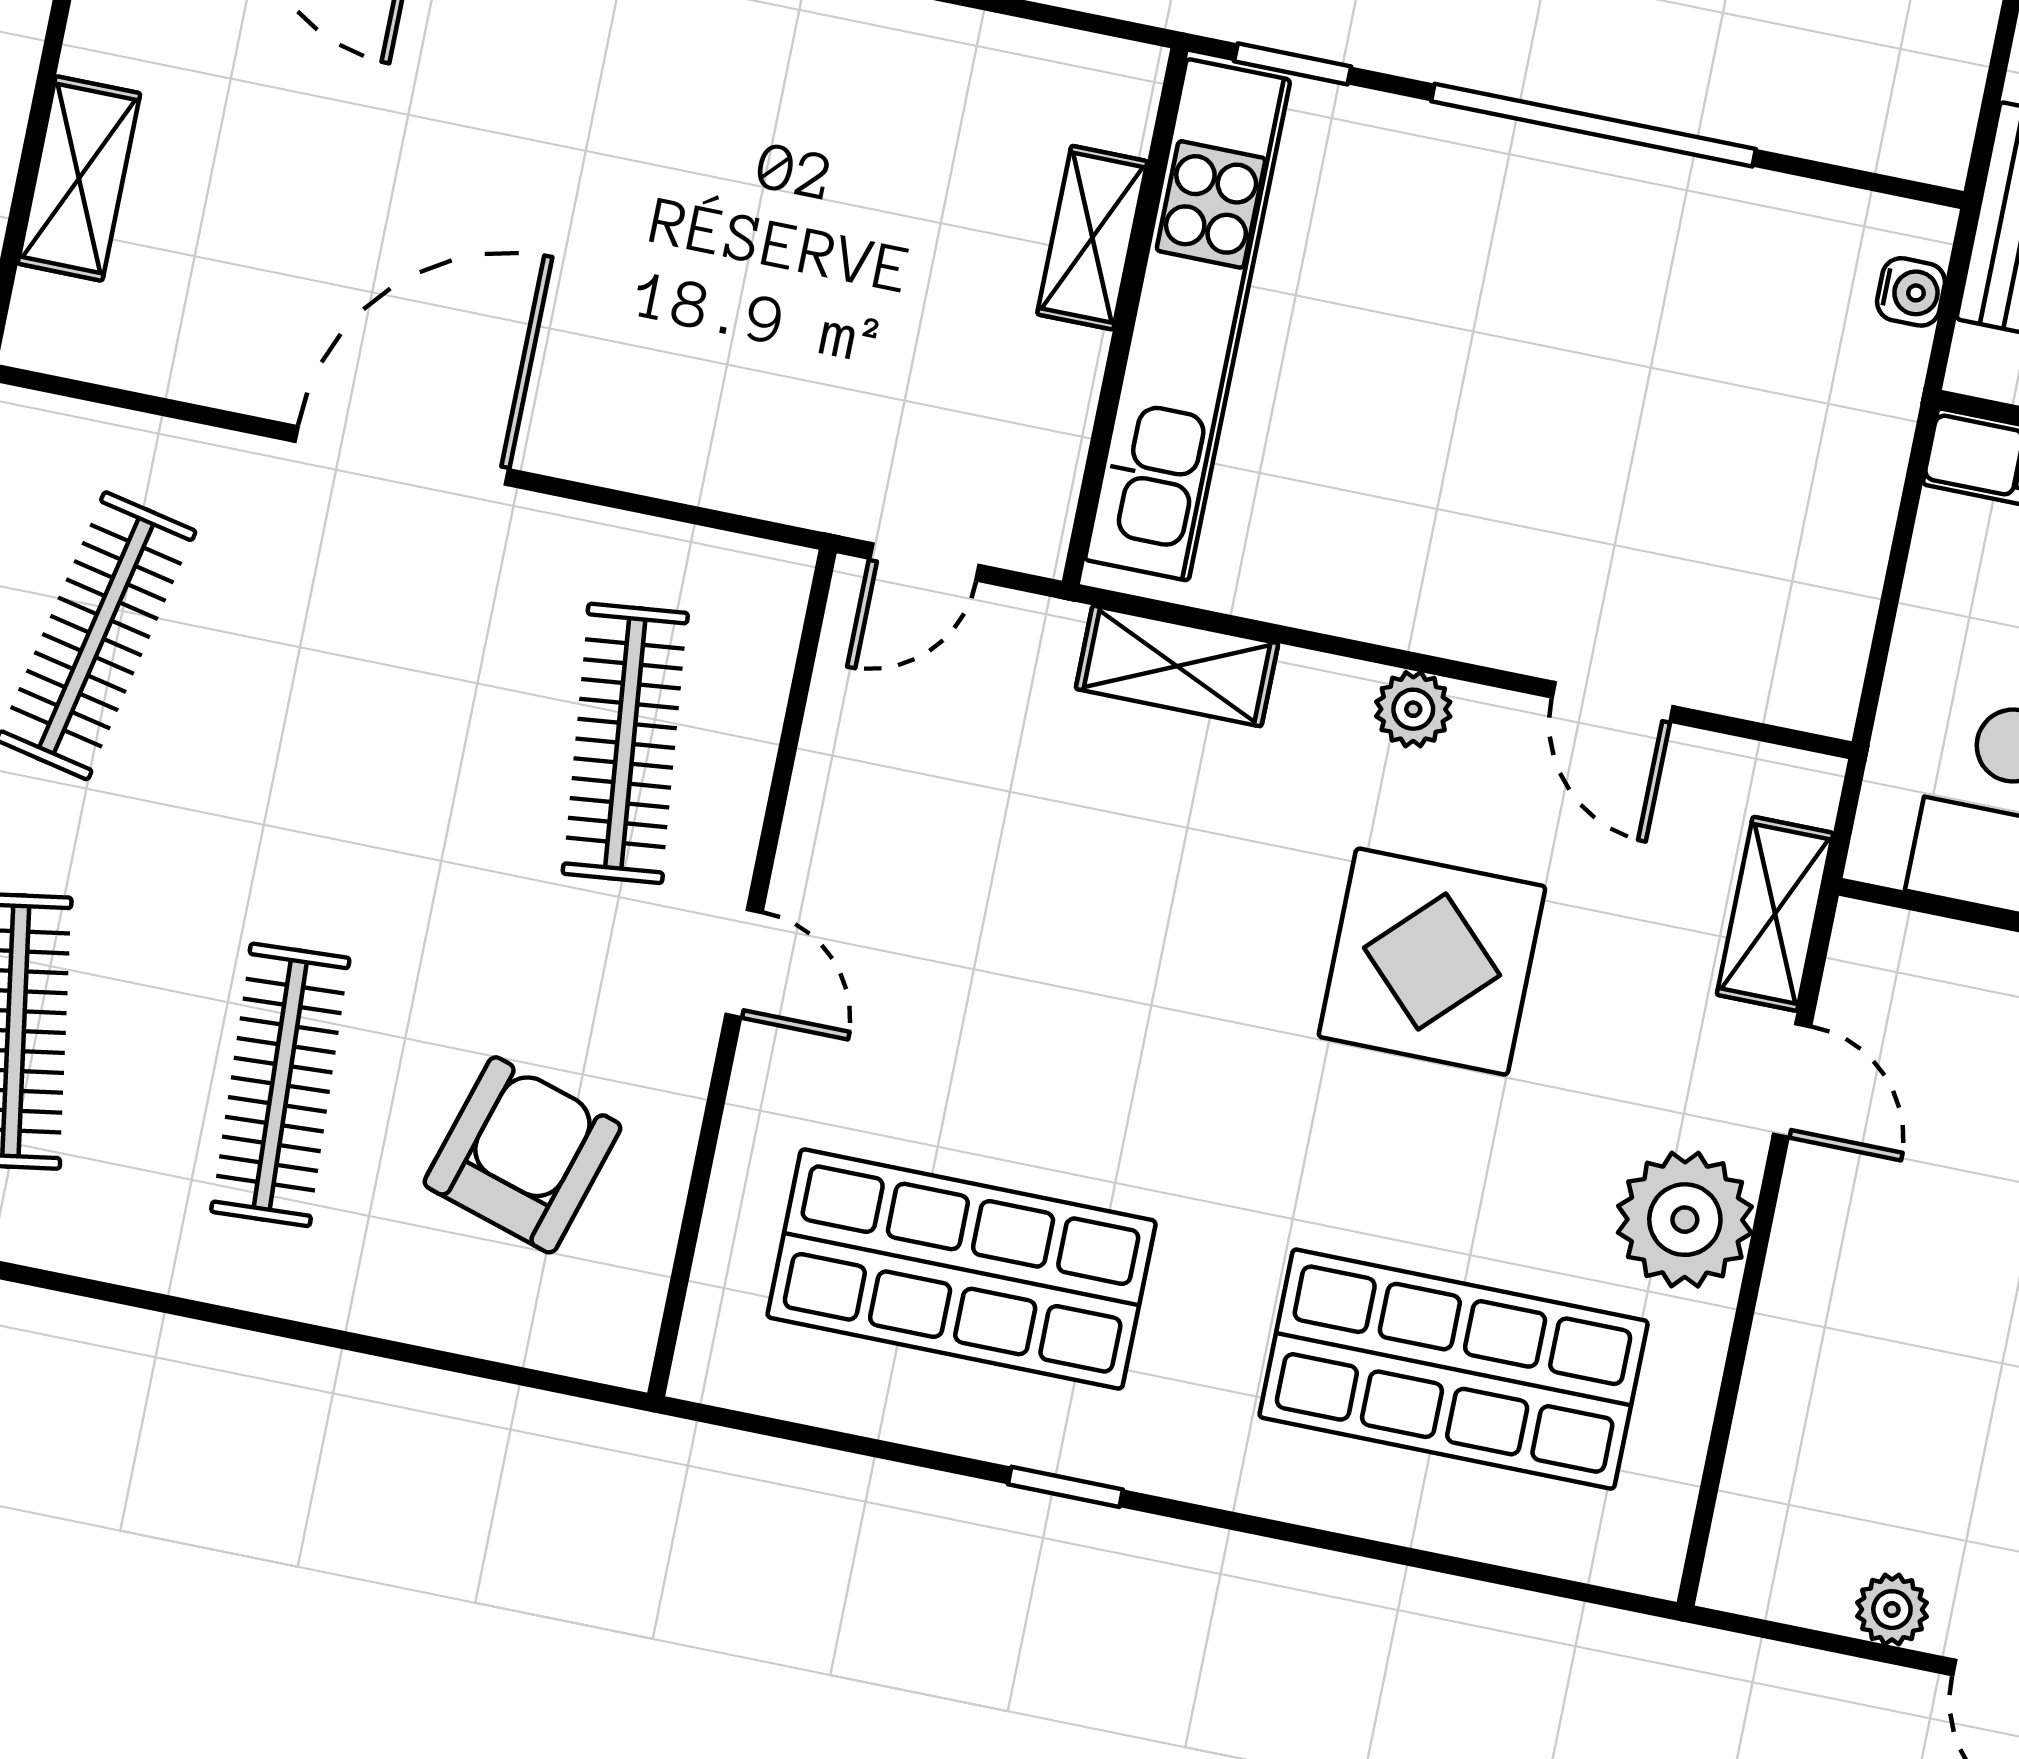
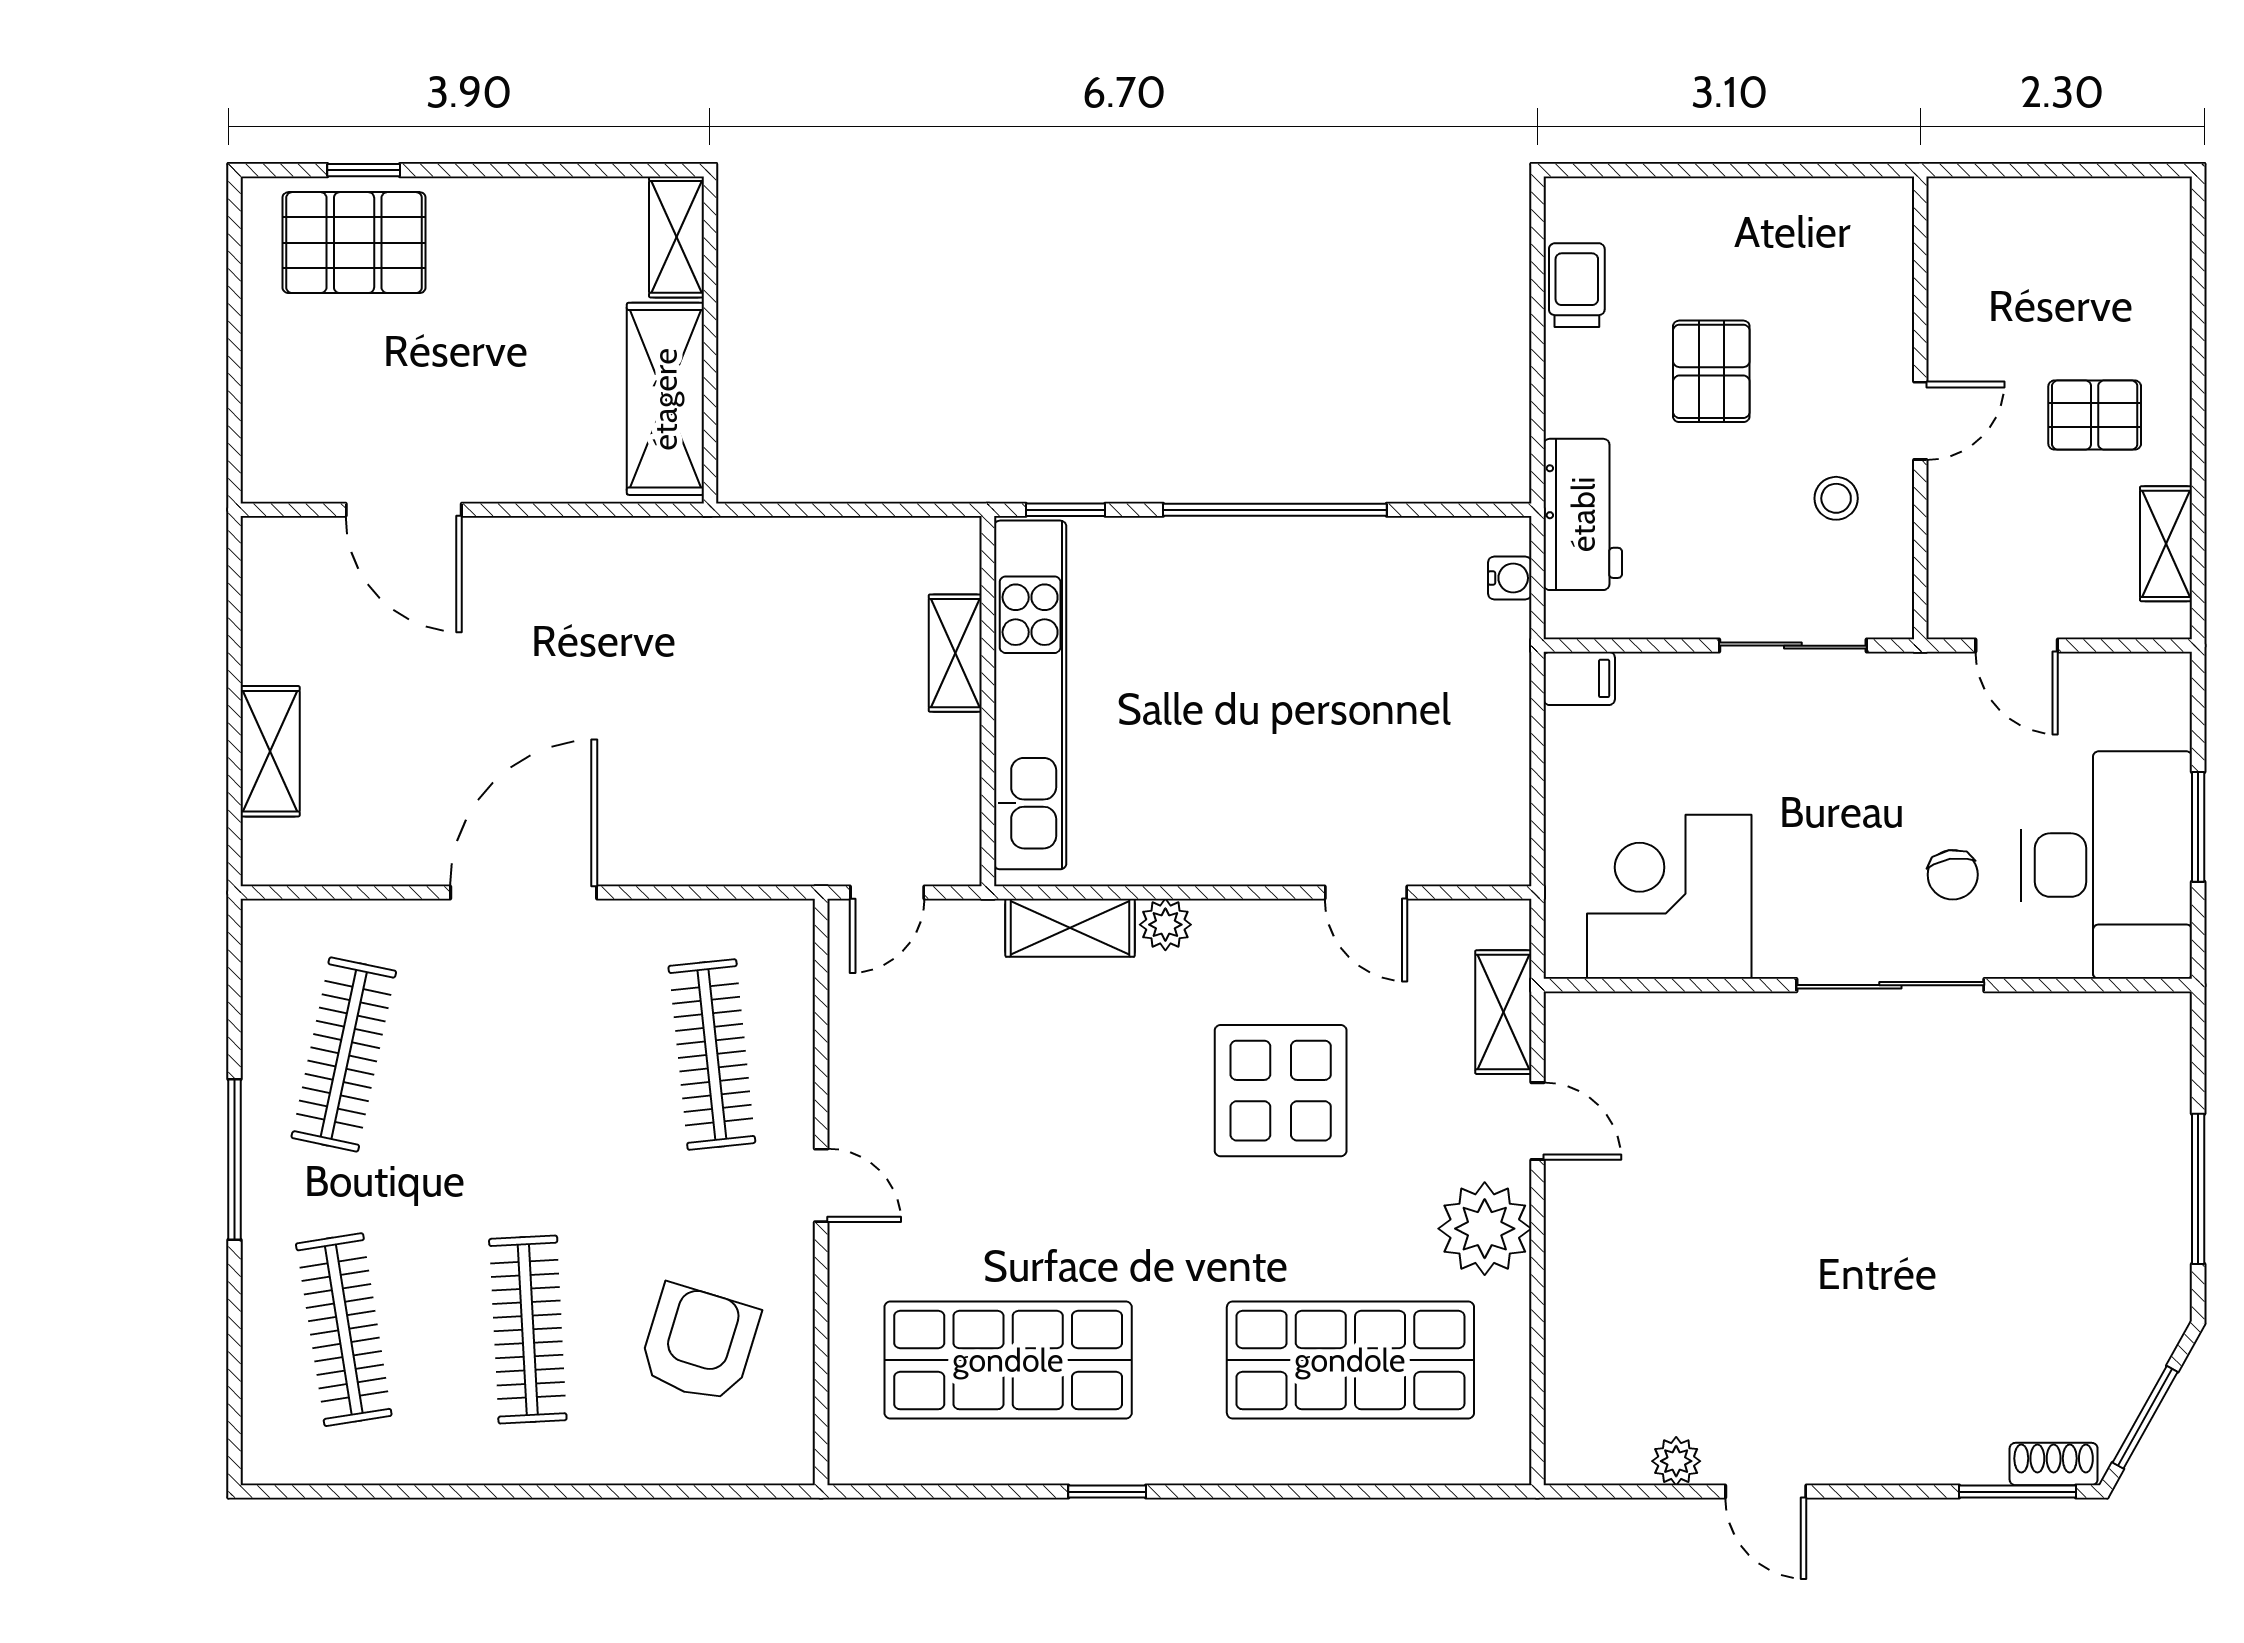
plant: (1413, 709) -> (1165, 925), moved

